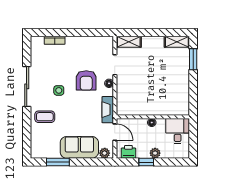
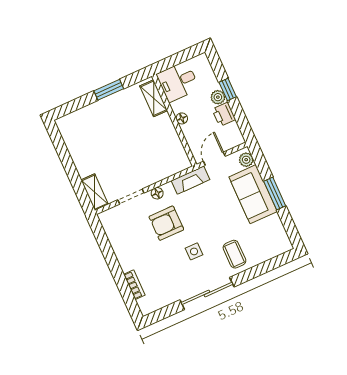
shelving: (177, 42) -> (154, 98), moved
window: (193, 59) -> (109, 90), moved
armchair: (86, 80) -> (166, 223), turned 180
printer: (128, 152) -> (224, 114), moved
window: (58, 162) -> (275, 193), moved
window: (146, 162) -> (228, 89), moved

